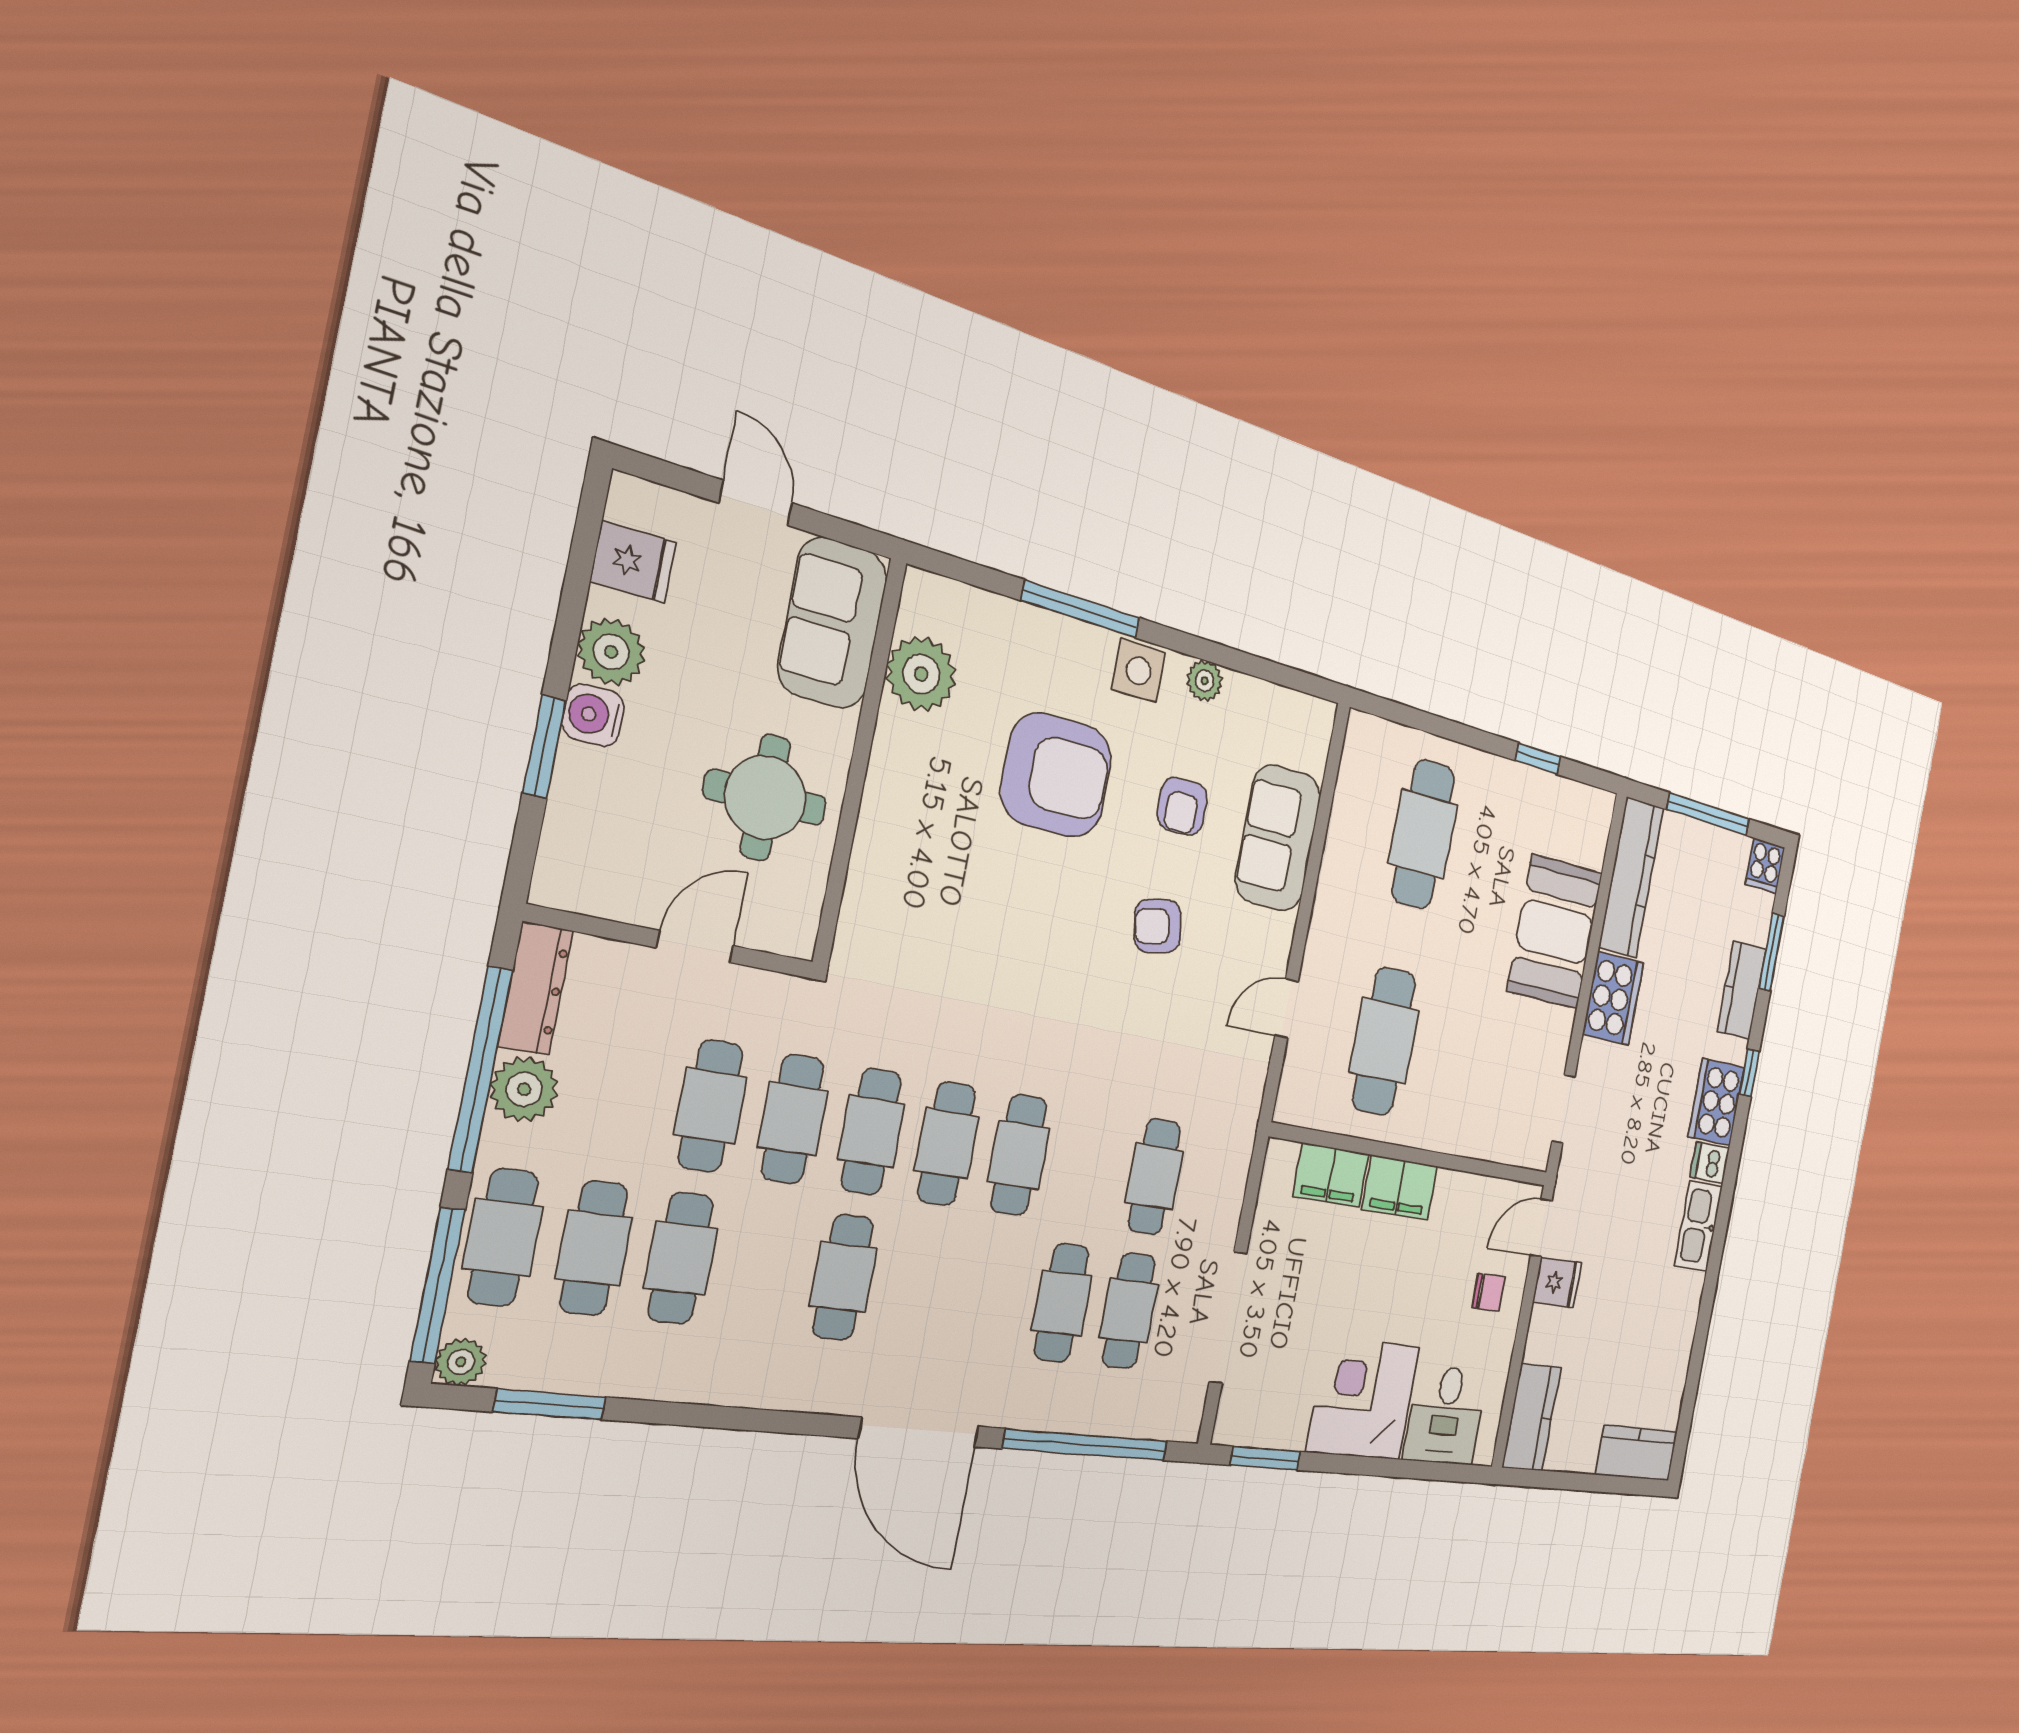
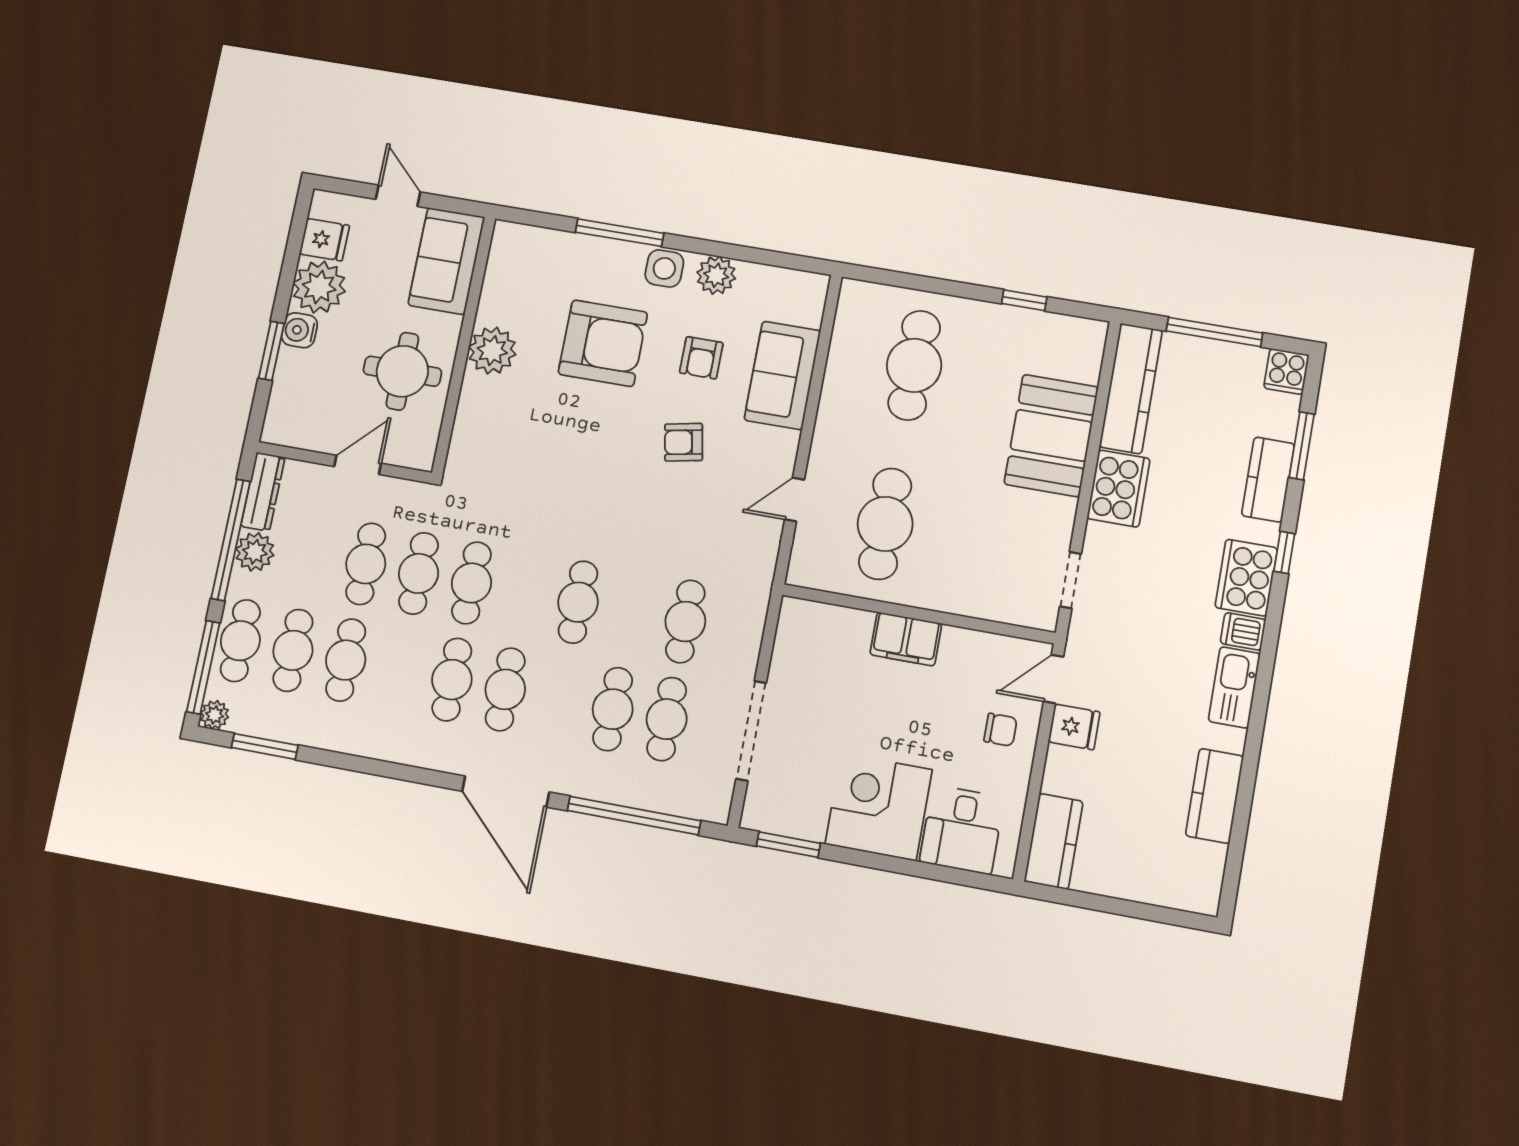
plant: (611, 652) -> (319, 287), width x1.36, depth x1.36
plant: (921, 674) -> (492, 351), moved
plant: (1205, 681) -> (716, 275), width x1.38, depth x1.38
cafe table: (947, 1143) -> (505, 689), moved
filing cabinet: (1331, 1175) -> (840, 626), removed
kitchen counter: (1636, 1453) -> (1215, 796), moved, turned -90

